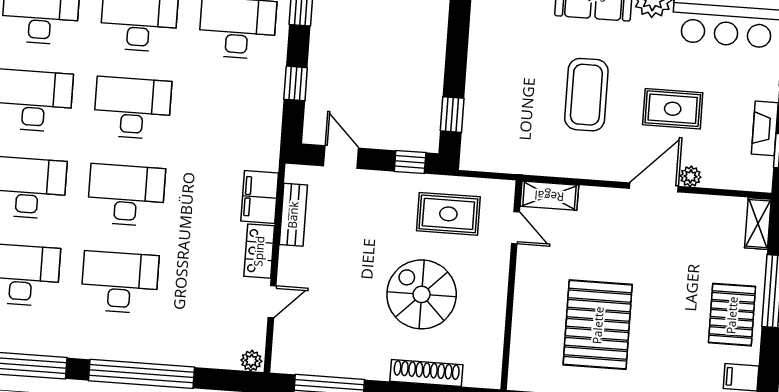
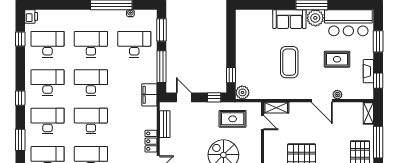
window: (296, 83) -> (161, 67), width x2.17
rug: (673, 109) -> (337, 59), moved
plant: (475, 156) -> (242, 92), added
door: (654, 187) -> (322, 101), swing flipped
filing cabinet: (260, 197) -> (149, 95), moved

